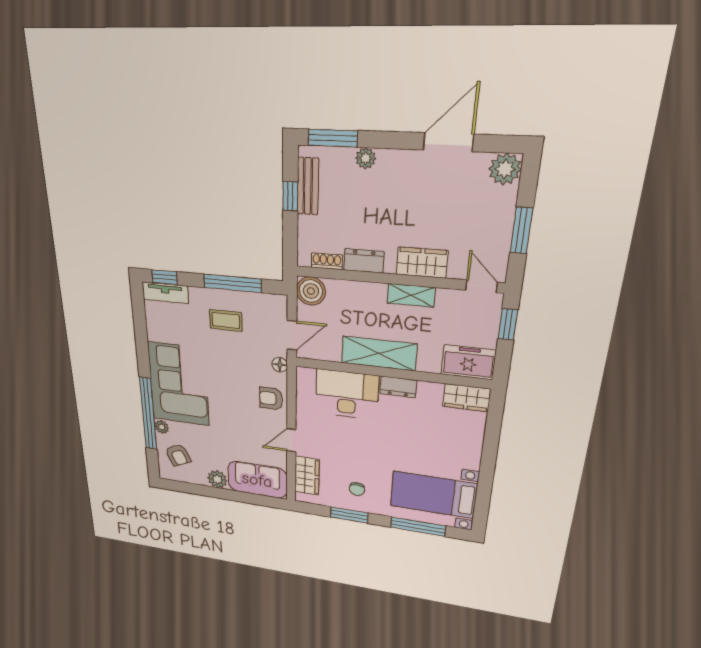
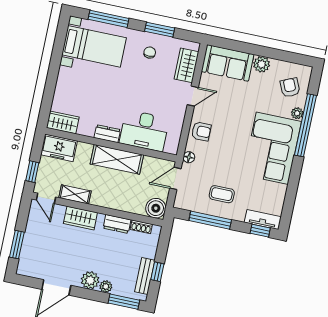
plant: (505, 169) -> (90, 280), moved
window: (521, 231) -> (17, 245), moved
shelving: (411, 295) -> (75, 194), moved

